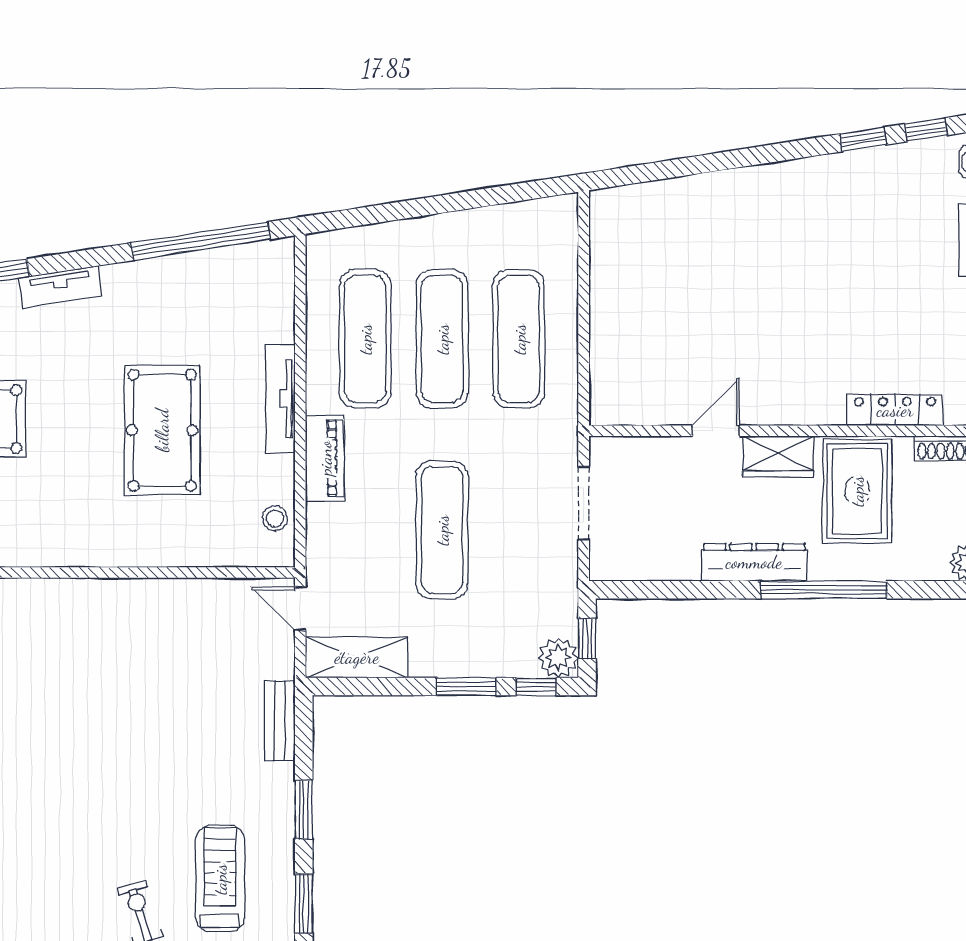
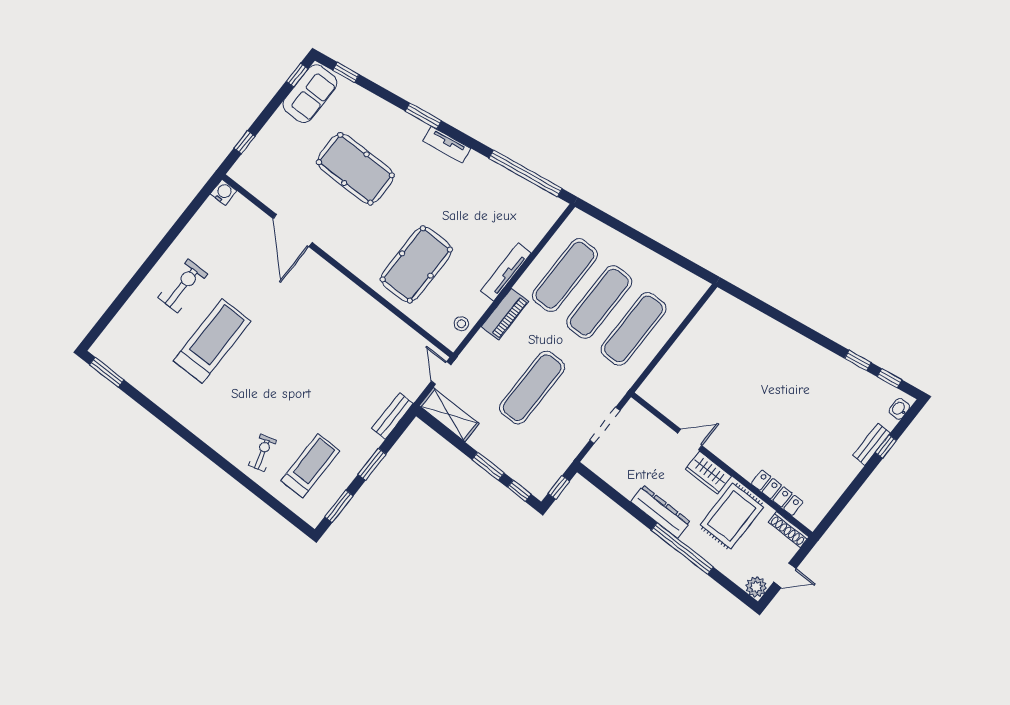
pool table: (162, 430) -> (416, 264), moved
plant: (558, 658) -> (539, 486), removed

